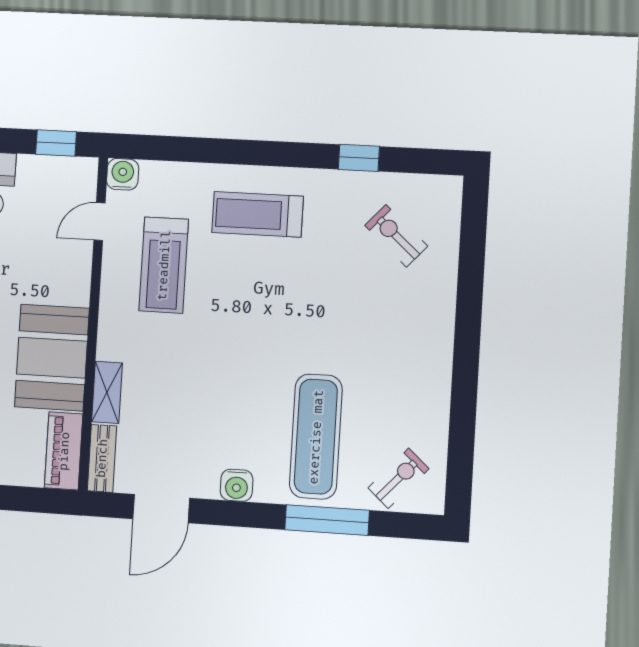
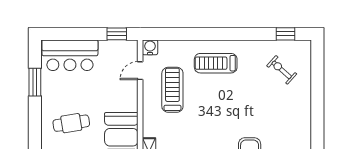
window: (359, 158) -> (286, 34), moved
treadmill: (164, 265) -> (172, 90), turned 180

